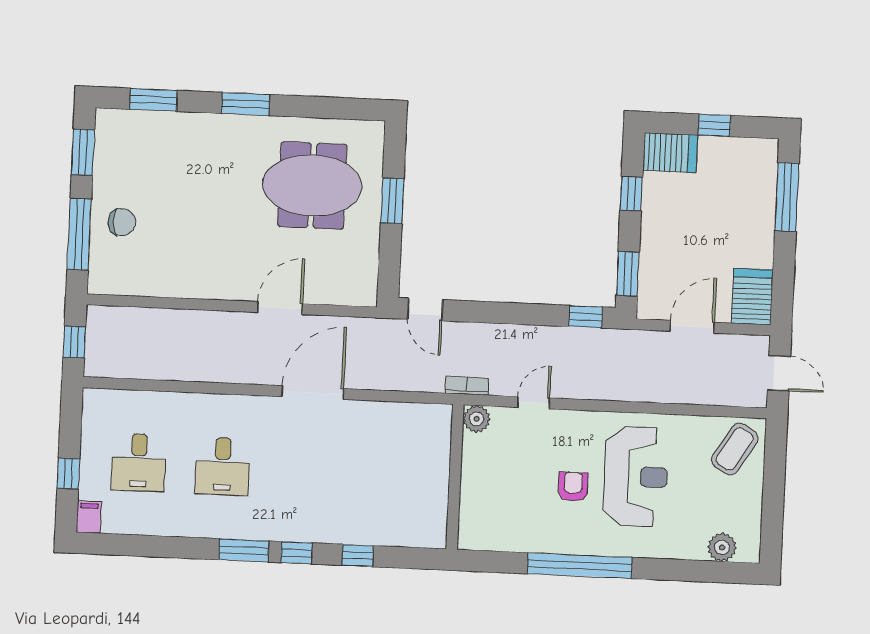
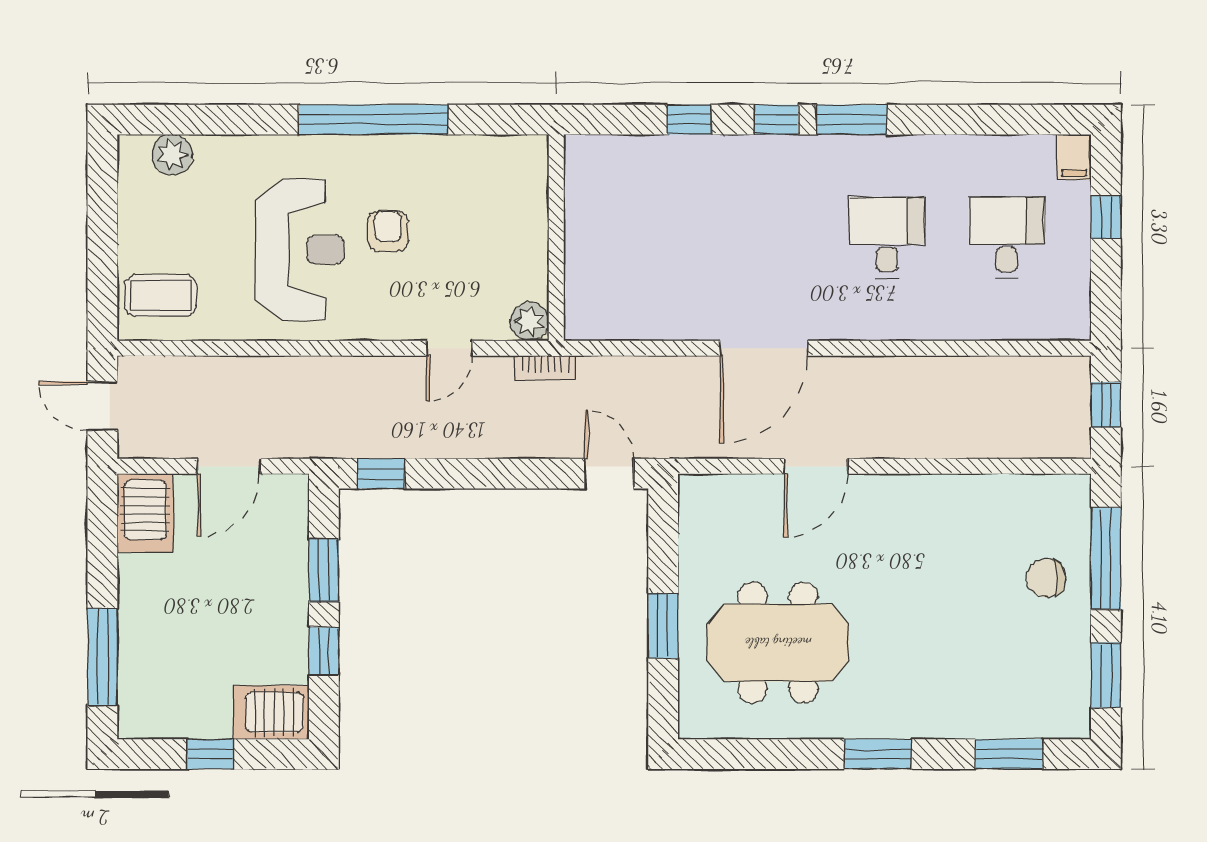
window: (628, 274) -> (324, 570), moved
coffee table: (735, 449) -> (160, 295), turned 58
reception desk: (636, 476) -> (299, 250), turned 180
armchair: (573, 487) -> (388, 231), turned 180

